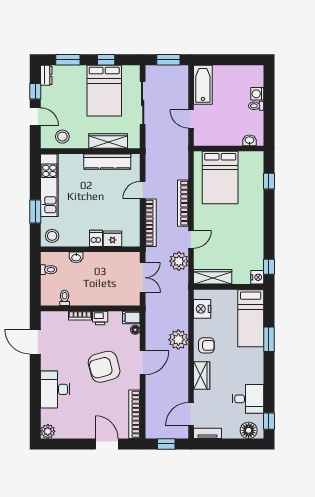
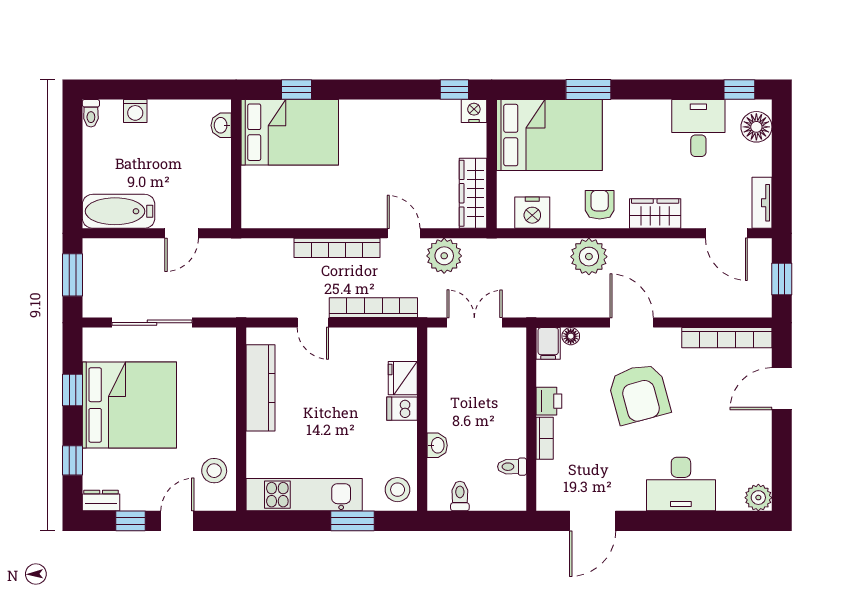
window: (68, 60) -> (73, 460), width x0.67
bed: (104, 91) -> (129, 405), width x1.36
toilet: (256, 106) -> (91, 113), moved
wardrobe: (108, 141) -> (222, 386), removed
bed: (220, 178) -> (290, 132), moved
bed: (251, 318) -> (549, 135), width x1.50

